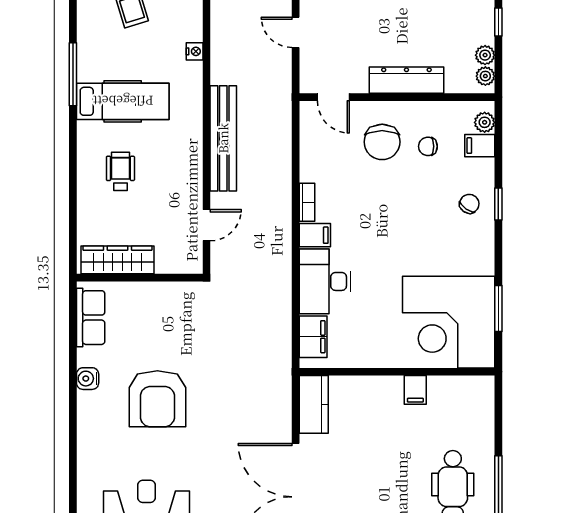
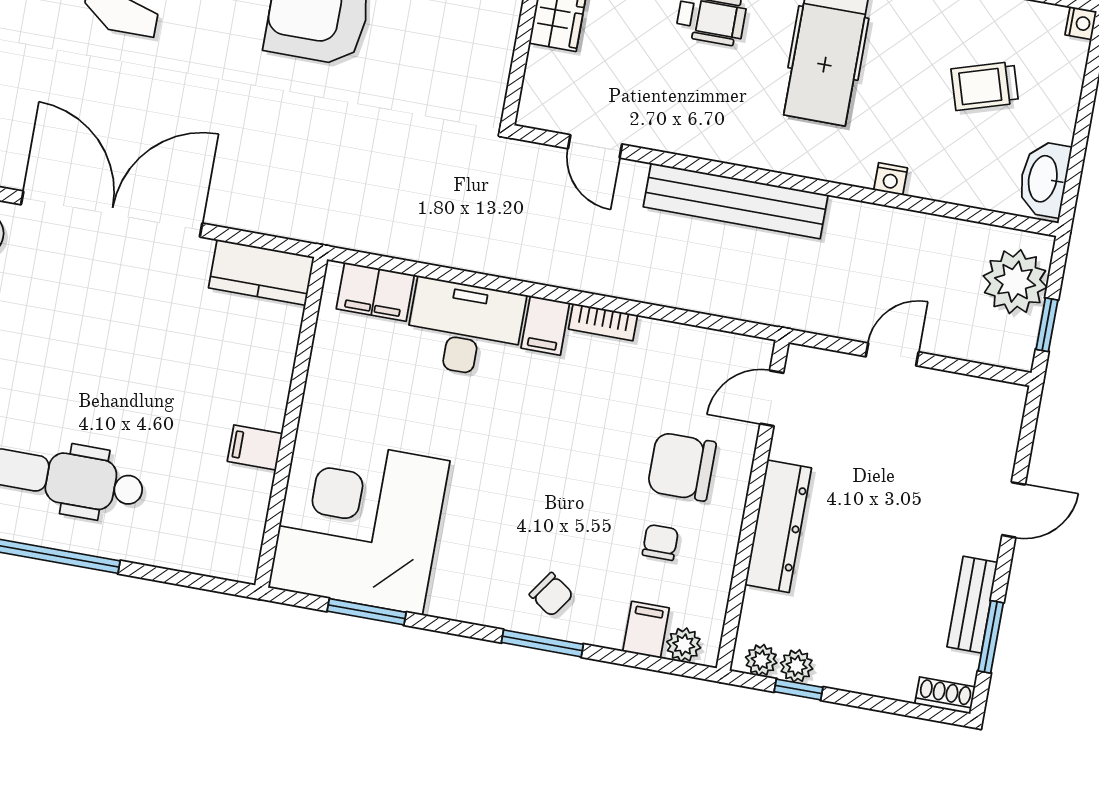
window: (498, 22) -> (799, 689), moved
window: (498, 204) -> (542, 643), width x1.50

